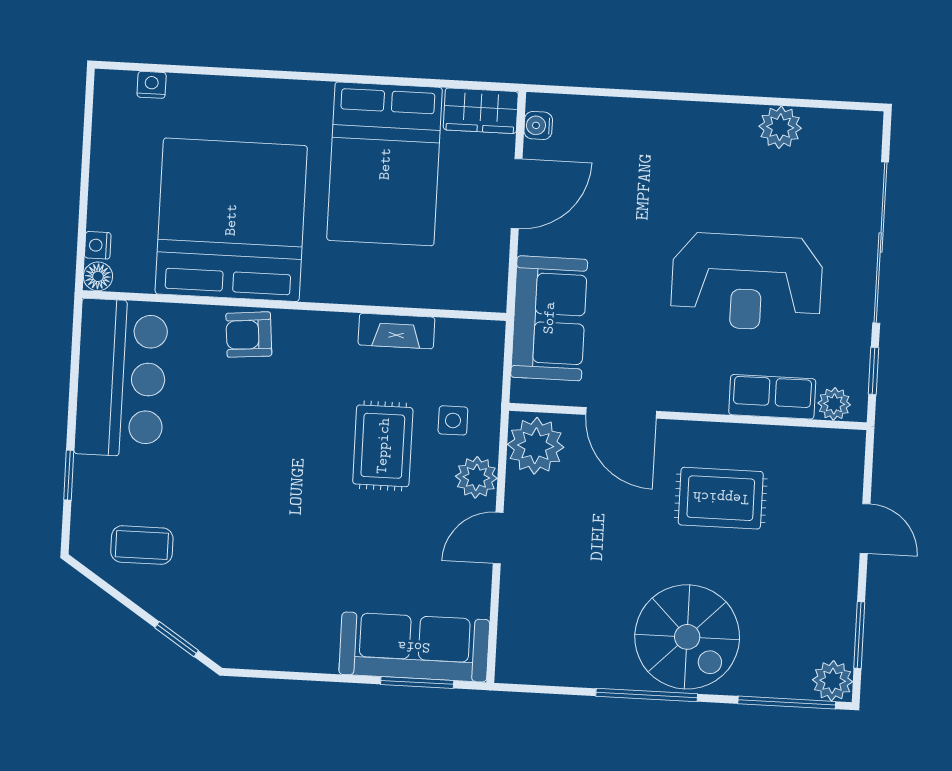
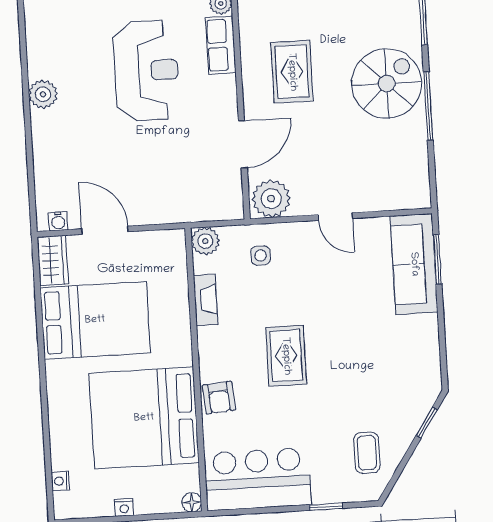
plant: (780, 127) -> (43, 94), moved
nightstand: (98, 245) -> (124, 507), moved
sofa: (549, 318) -> (185, 199), removed
rug: (383, 446) -> (286, 356), moved, turned 90
plant: (476, 477) -> (205, 241), moved

